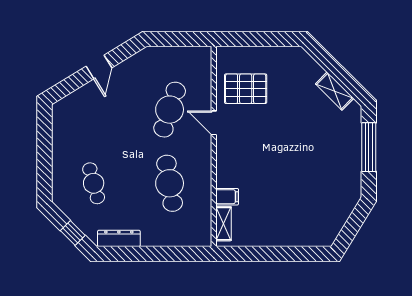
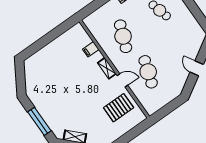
cafe table: (170, 183) -> (123, 36), turned 30
shelving: (224, 224) -> (107, 68), moved

